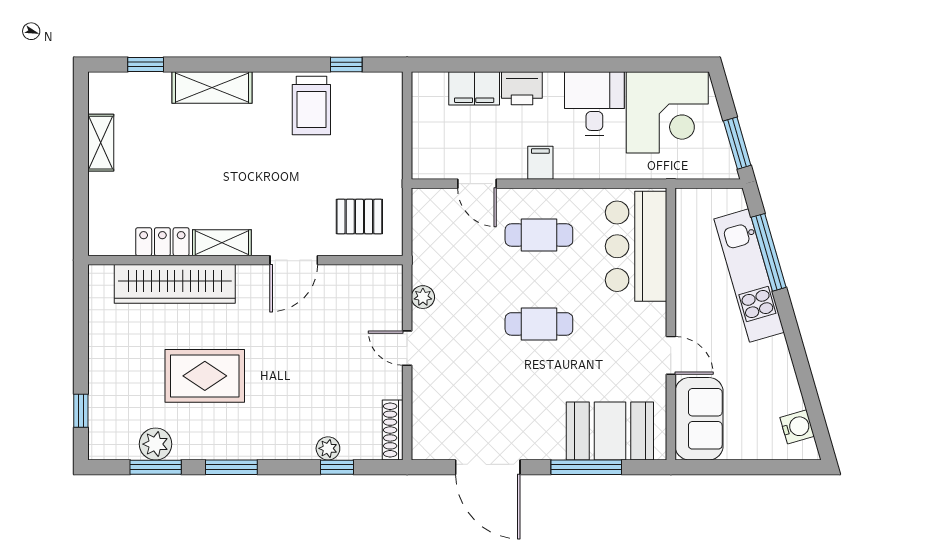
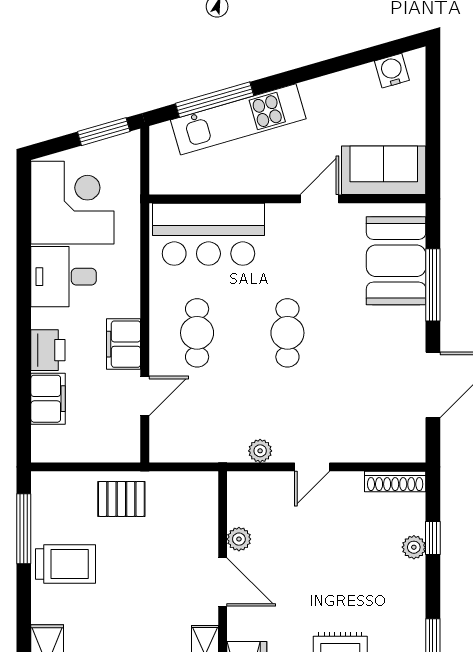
window: (346, 64) -> (24, 529), width x2.17
filing cabinet: (540, 163) -> (124, 344), width x2.00
pallet: (359, 217) -> (121, 499), moved, turned 90
plant: (336, 276) -> (239, 539), added

